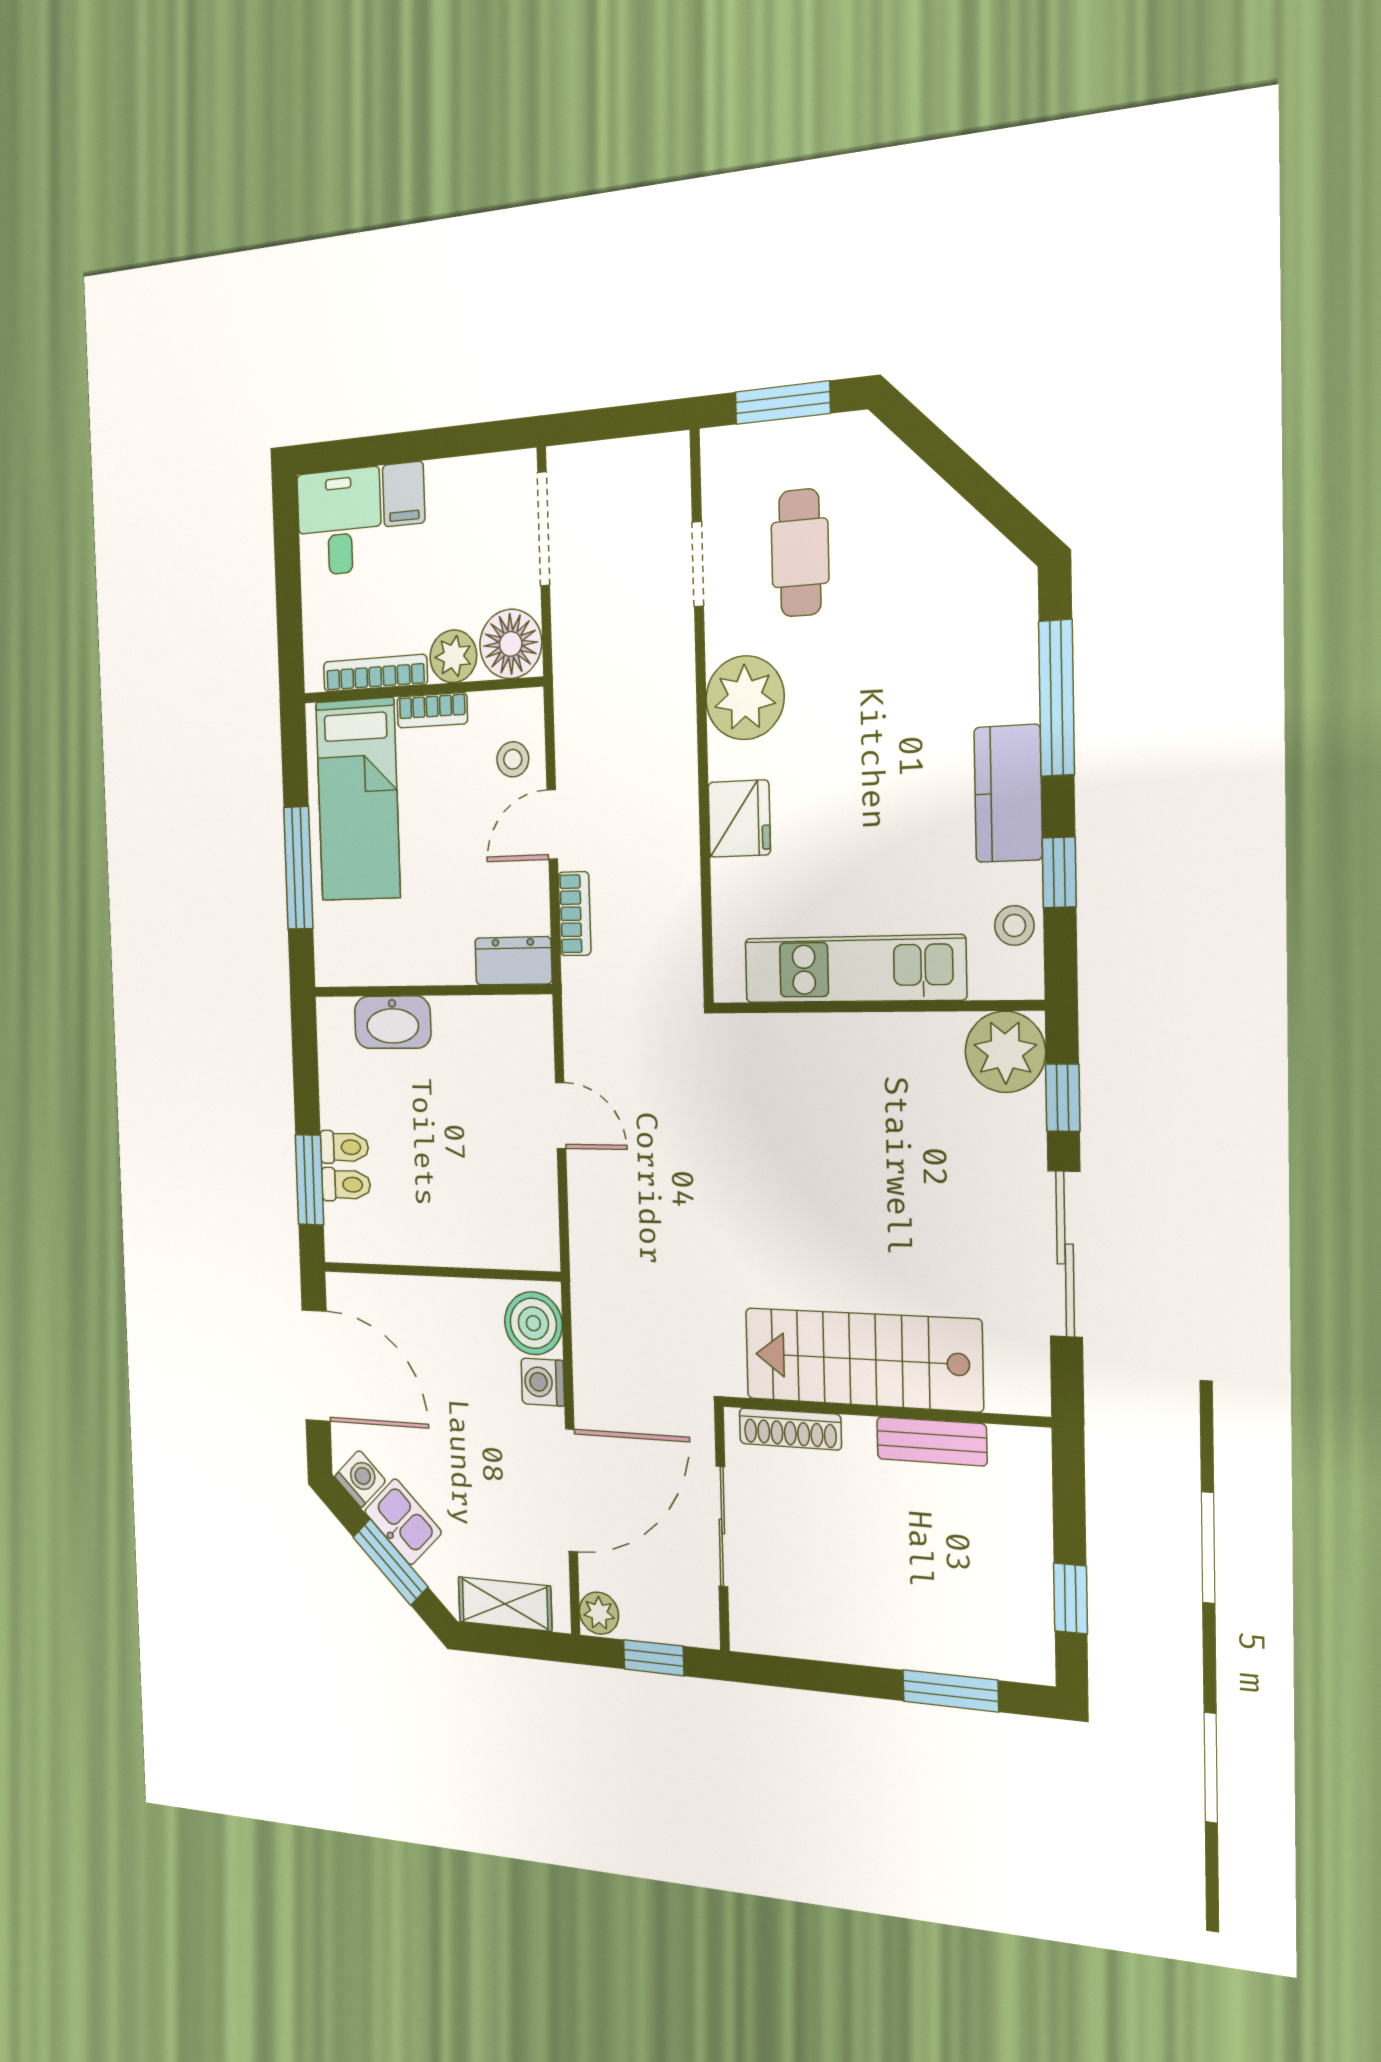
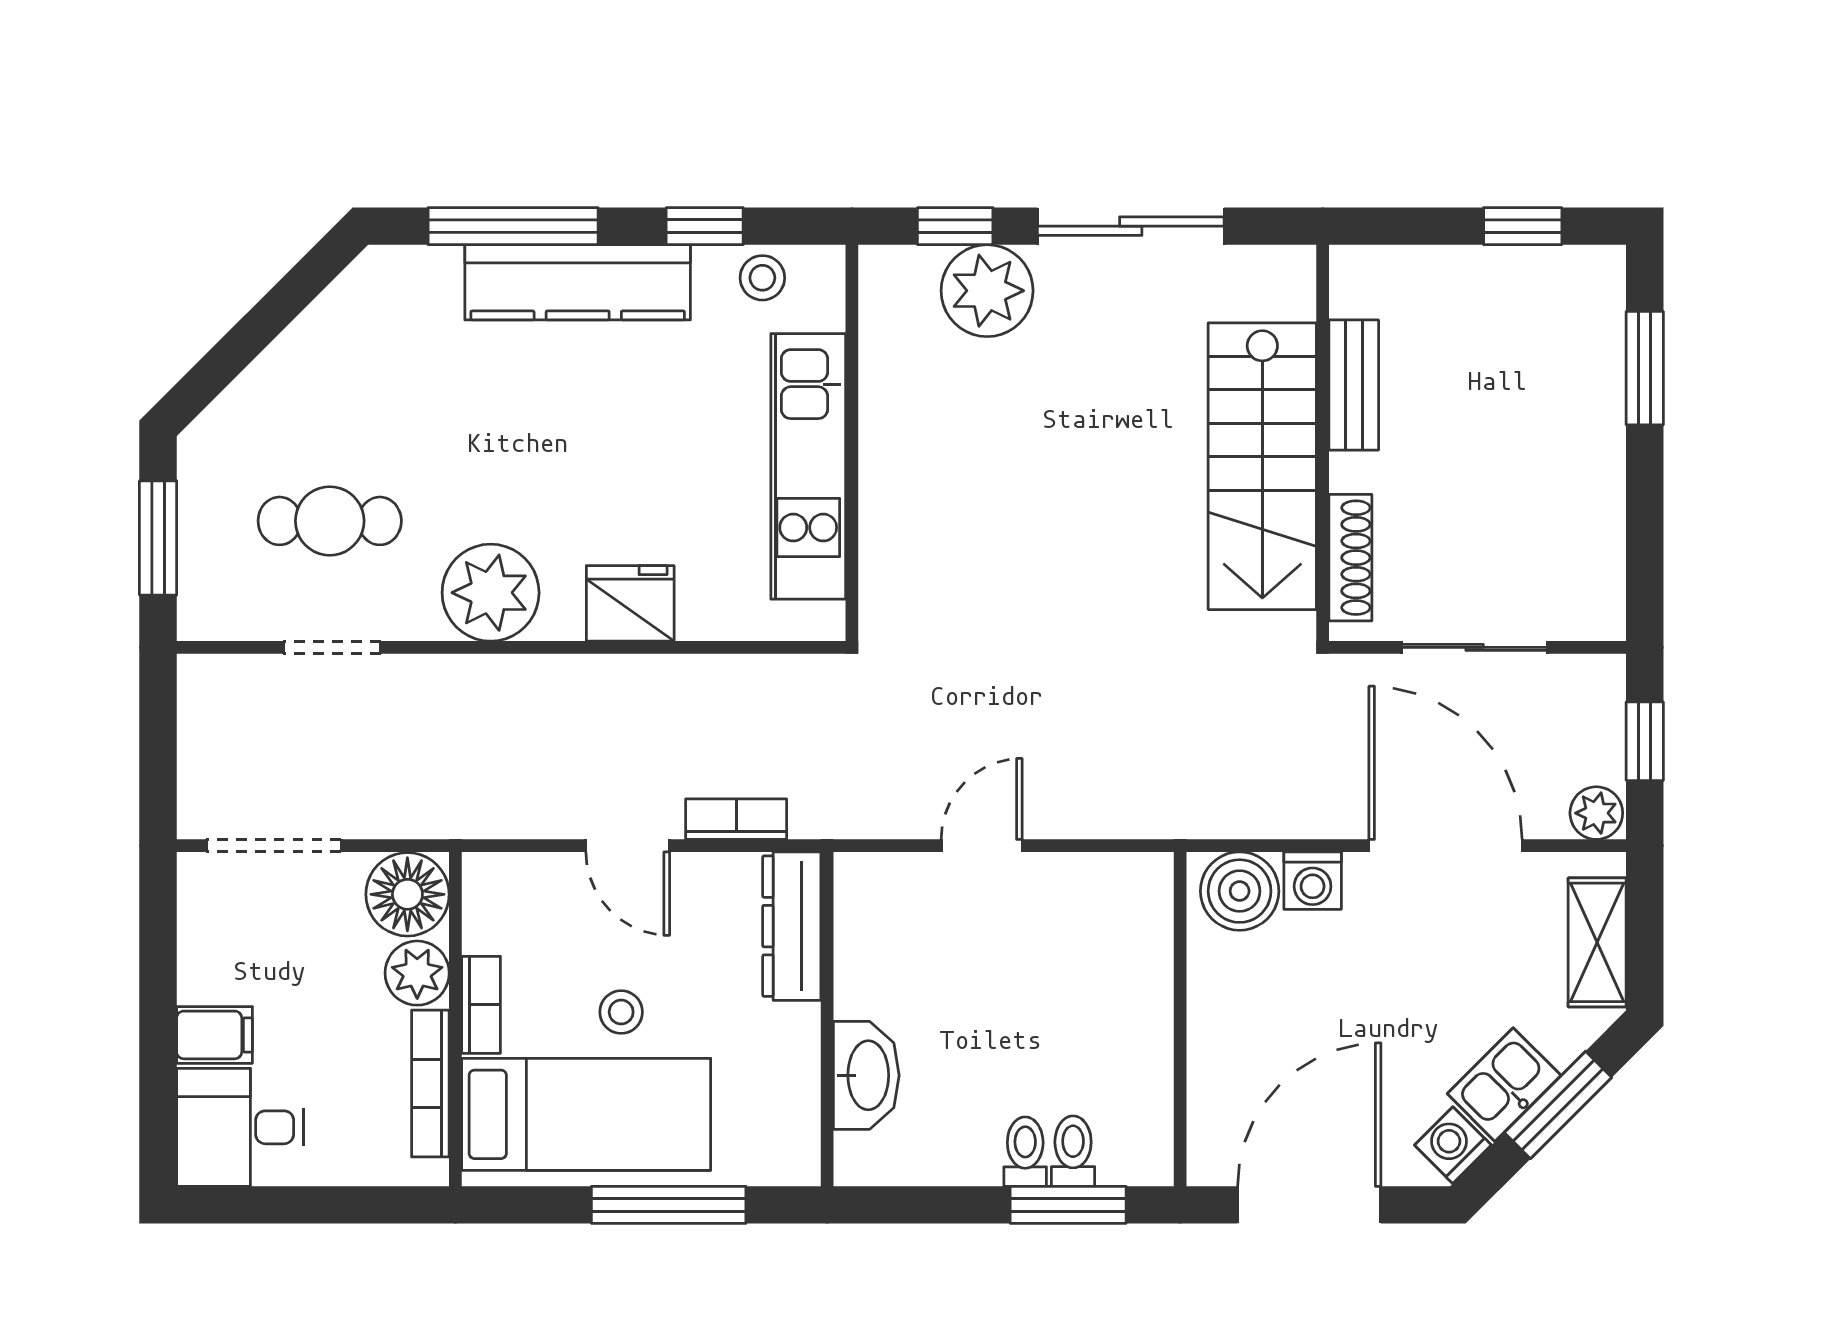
stool: (513, 759) -> (621, 1012), moved
kitchen counter: (1008, 793) -> (578, 282), width x1.50
dresser: (513, 961) -> (792, 926), width x1.44
plant: (1005, 1052) -> (987, 291), moved

